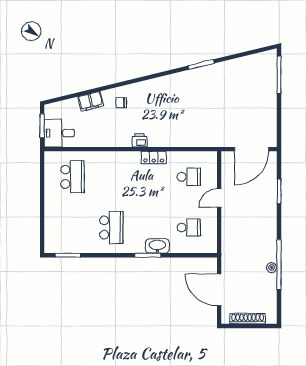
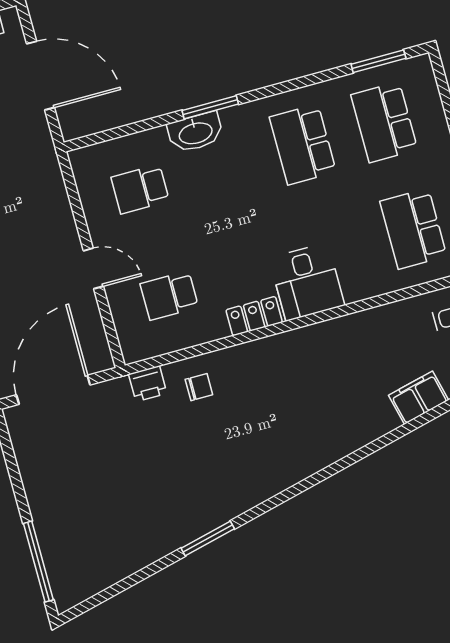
chair: (121, 103) -> (199, 387), moved
printer: (140, 140) -> (148, 384), moved
desk: (126, 166) -> (307, 282), added
door: (219, 198) -> (93, 268), hinge flipped
school desk: (73, 228) -> (384, 122), added

